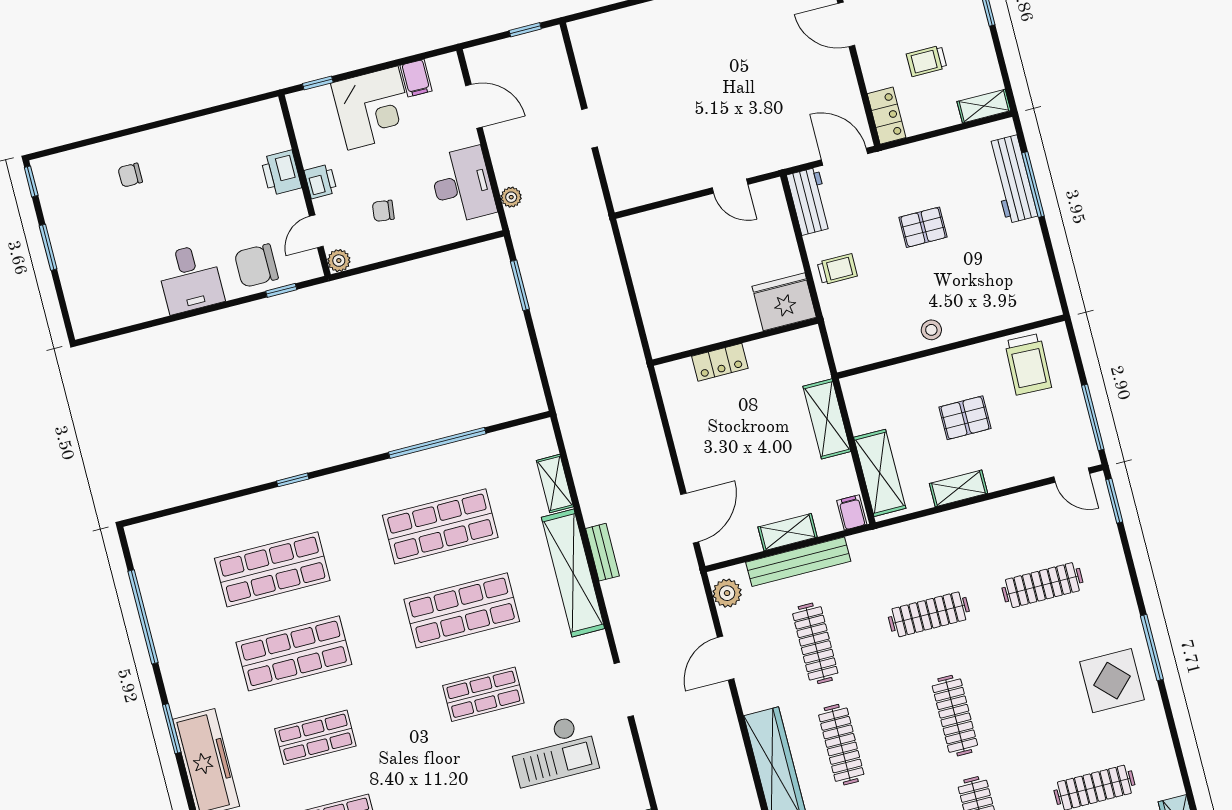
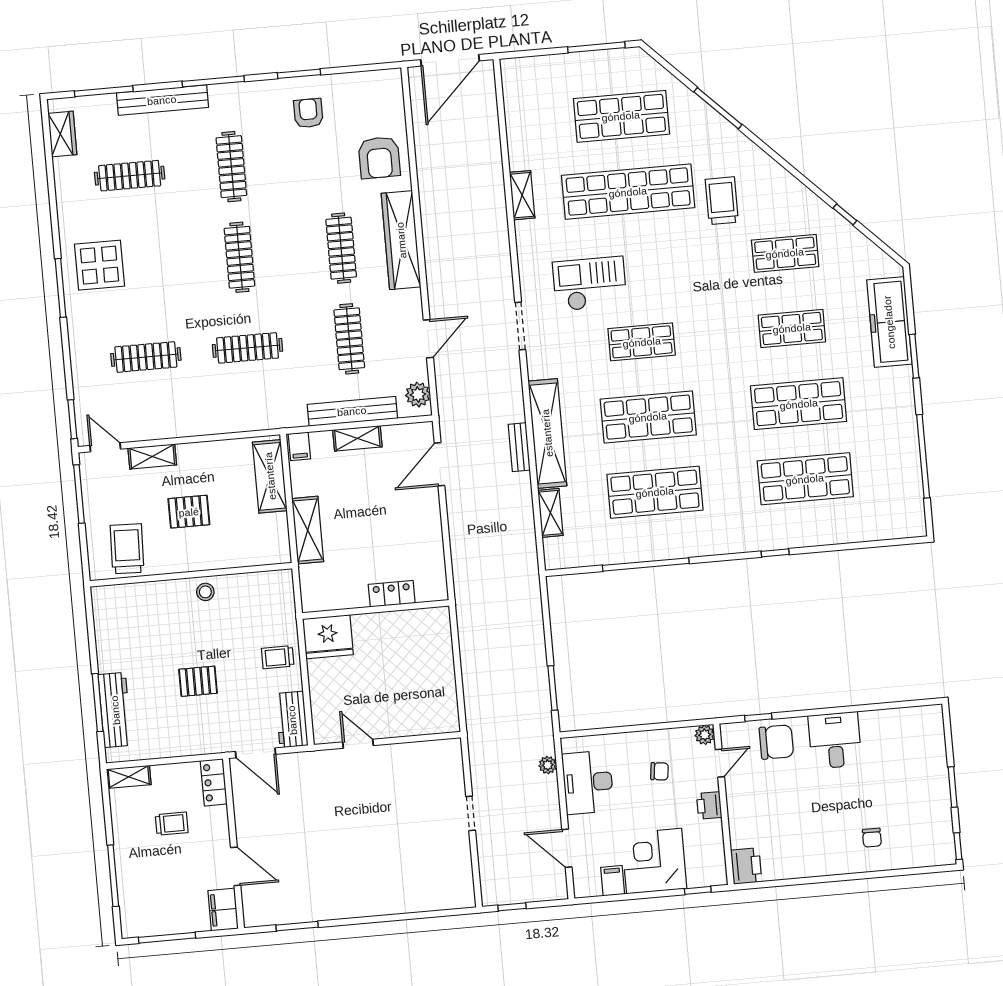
printer: (281, 173) -> (746, 866), moved
chair: (130, 175) -> (872, 838), turned 90
shelving: (958, 488) -> (152, 457), moved

